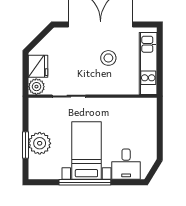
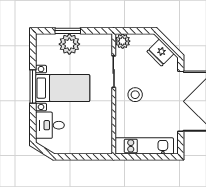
stool: (108, 58) -> (135, 95), moved
fridge: (38, 66) -> (160, 53), moved, turned 45
window: (85, 182) -> (33, 86), width x0.68

